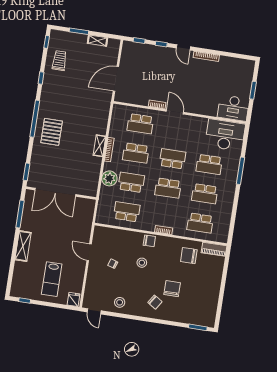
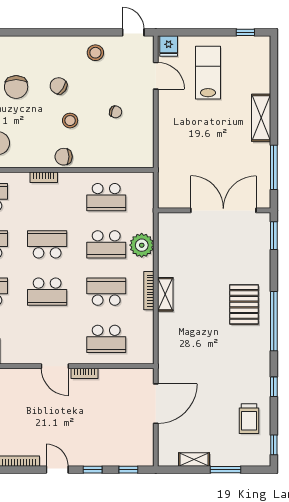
school desk: (140, 124) -> (106, 339), turned 180
door: (89, 252) -> (156, 76), moved
chair: (155, 302) -> (59, 86), moved

